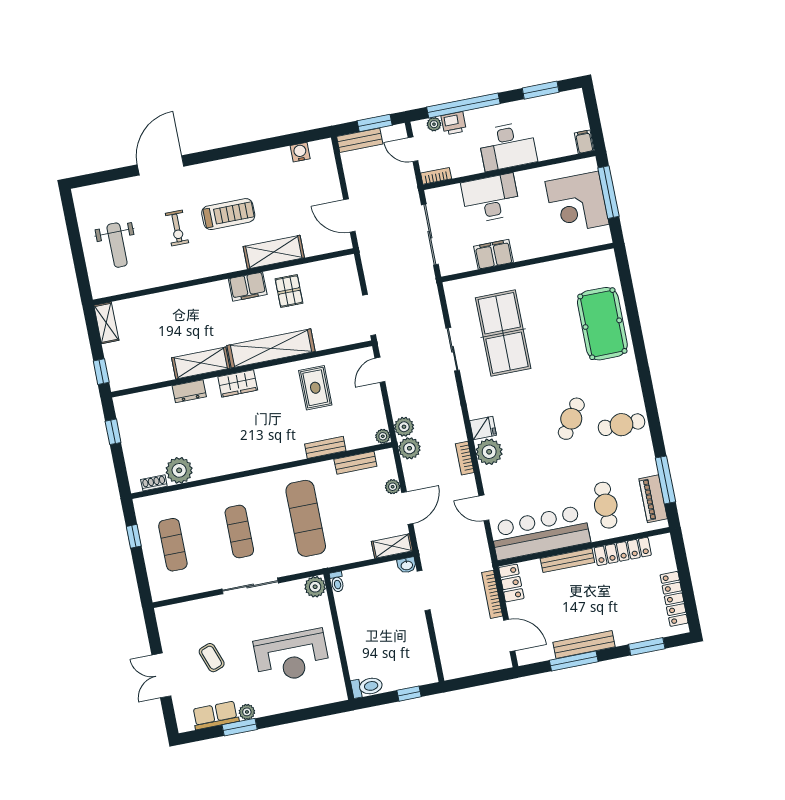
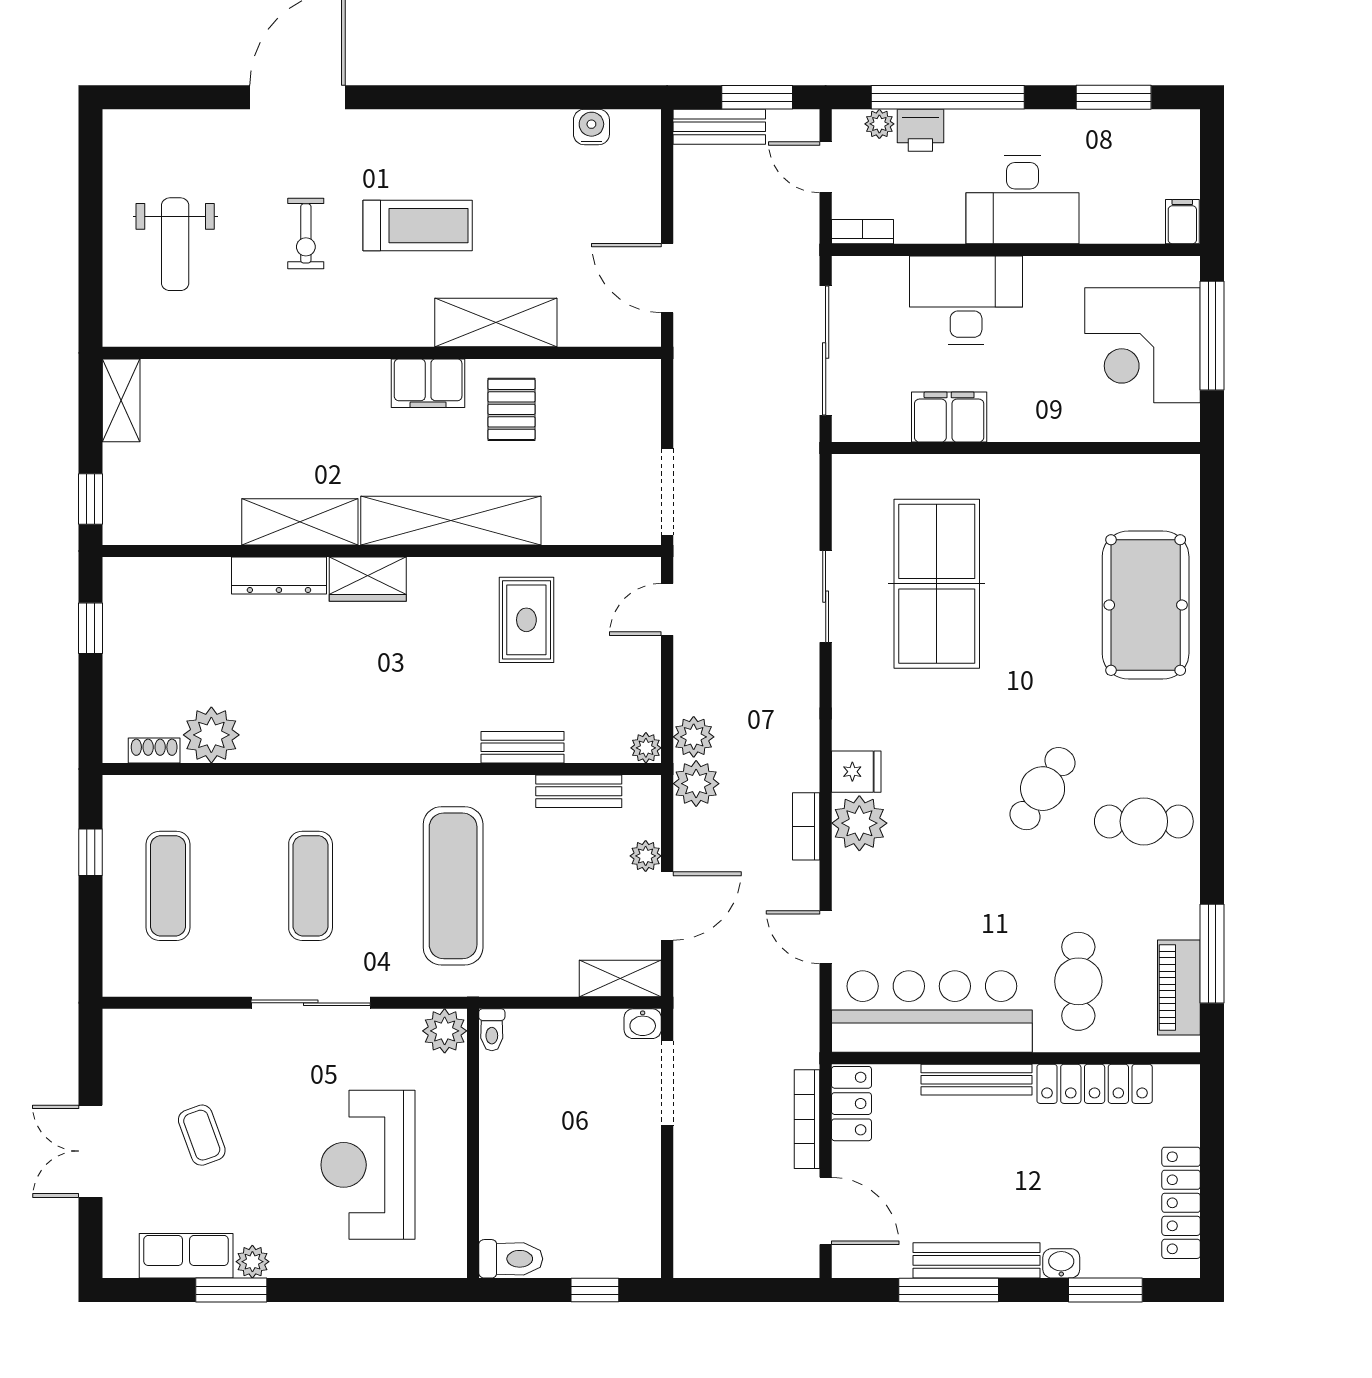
dresser: (189, 391) -> (279, 576), width x1.44
washbasin: (624, 638) -> (1061, 1263), added
reception desk: (292, 656) -> (368, 1165), turned 90

